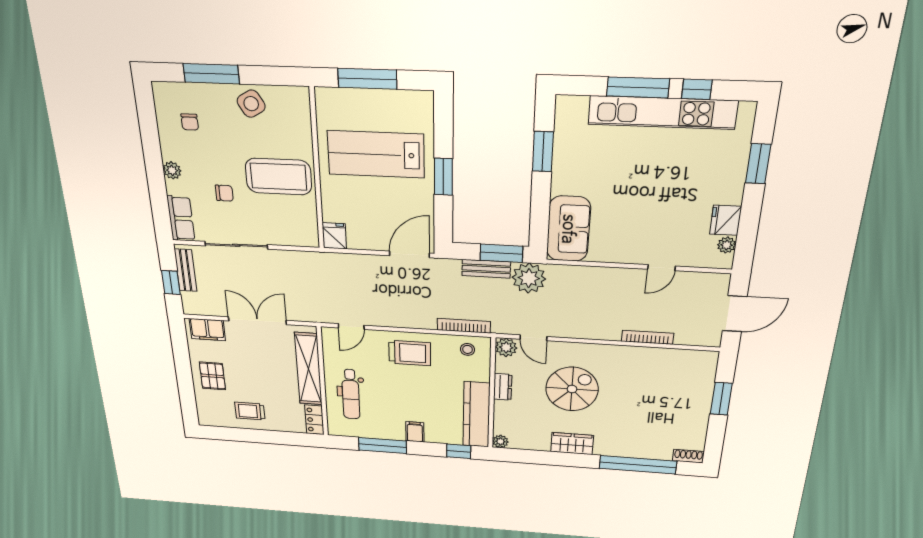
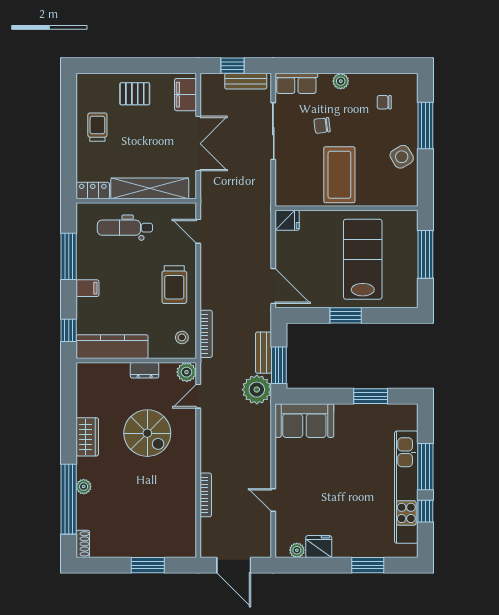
chair: (224, 193) -> (322, 125), turned 83
plant: (500, 441) -> (84, 487), moved

